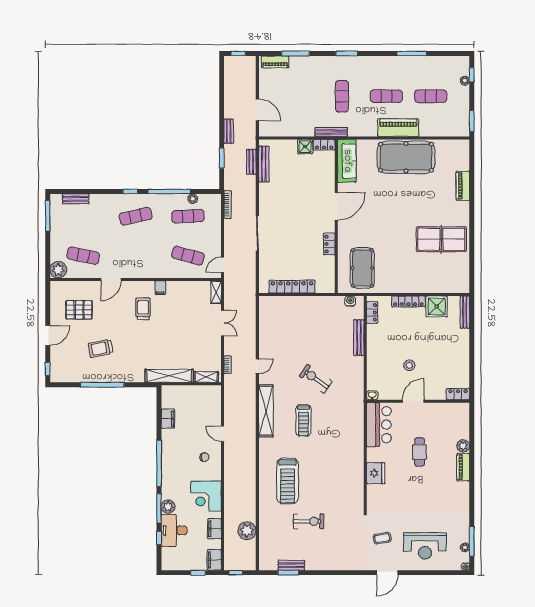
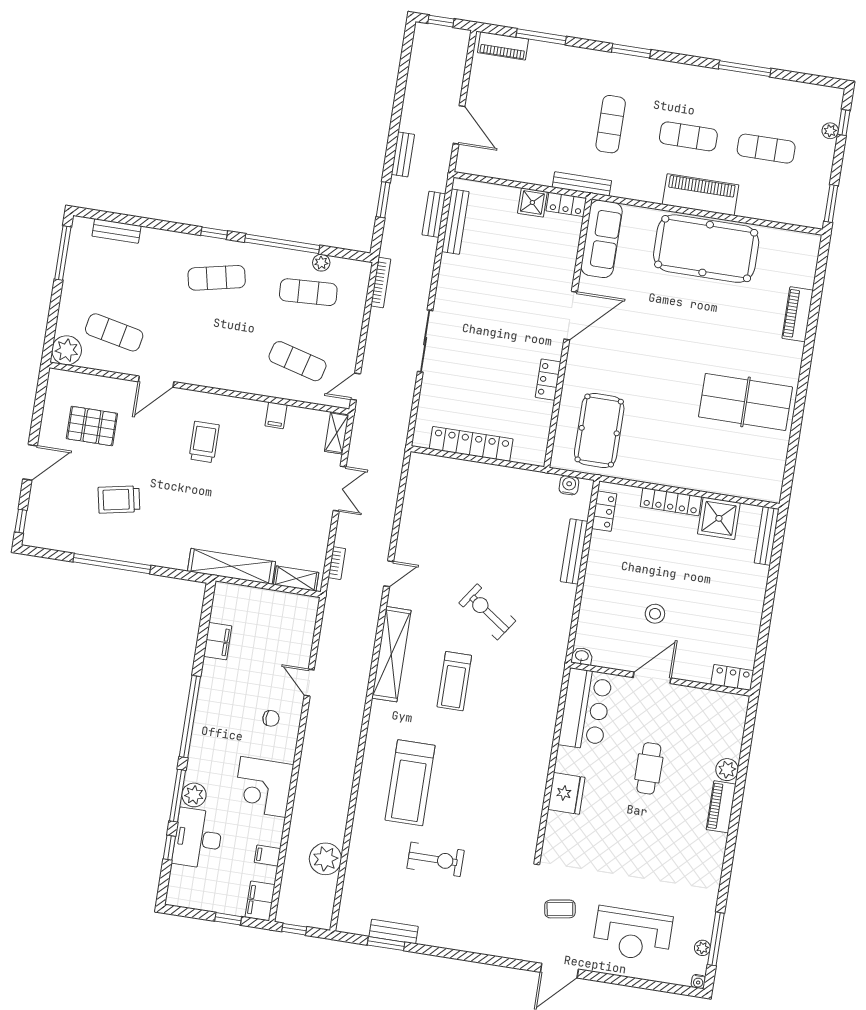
filing cabinet: (160, 288) -> (276, 415), moved
filing cabinet: (214, 529) -> (268, 856), width x0.50

